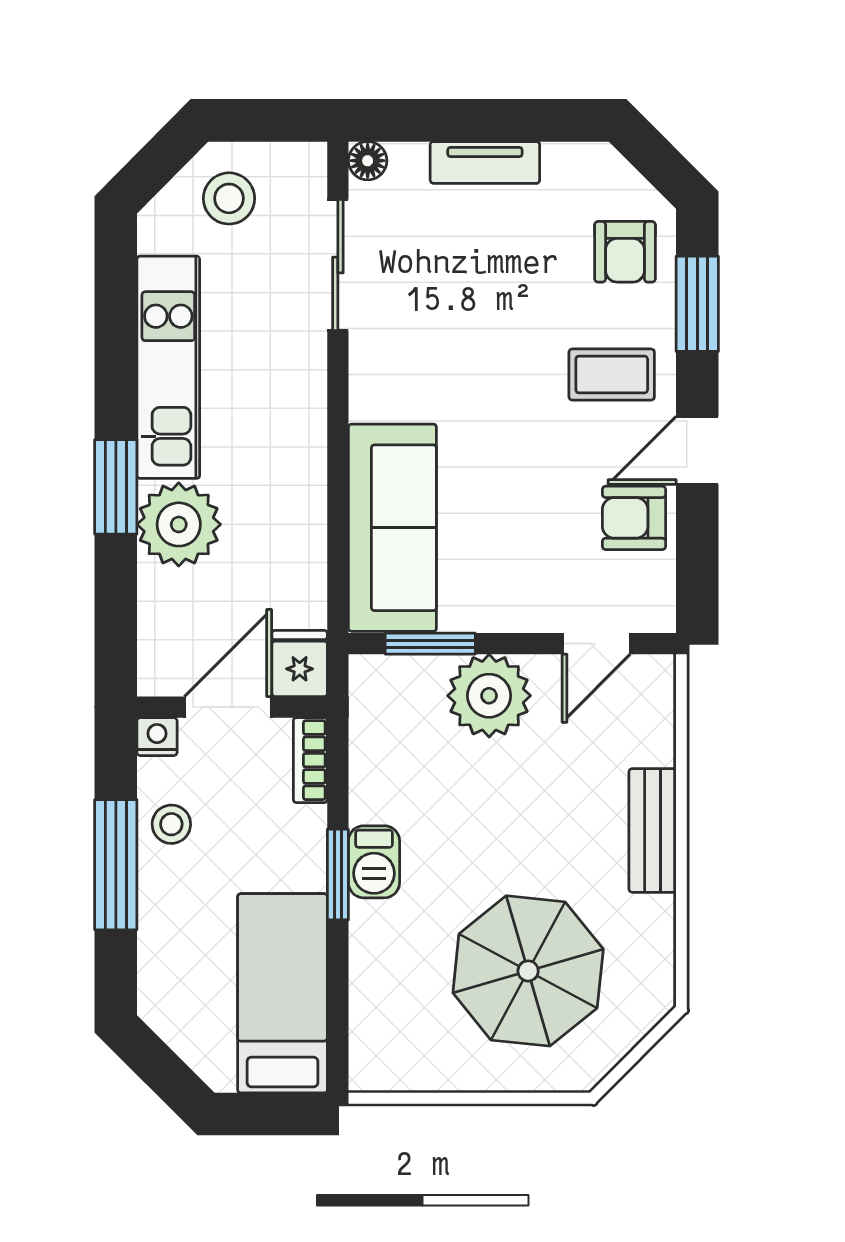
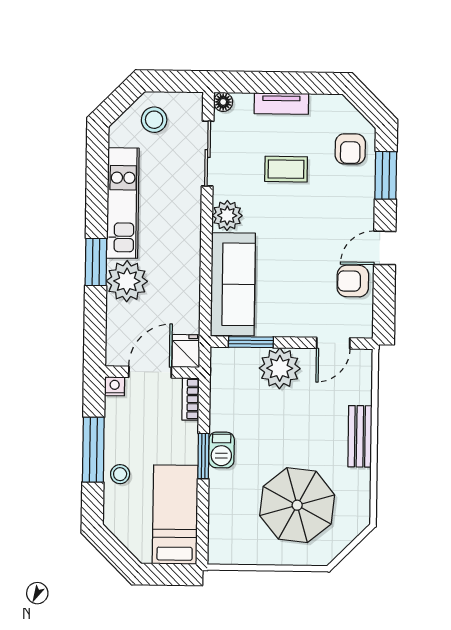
coffee table: (612, 375) -> (286, 169), moved
plant: (379, 389) -> (227, 215), added
stool: (171, 824) -> (120, 474), moved

